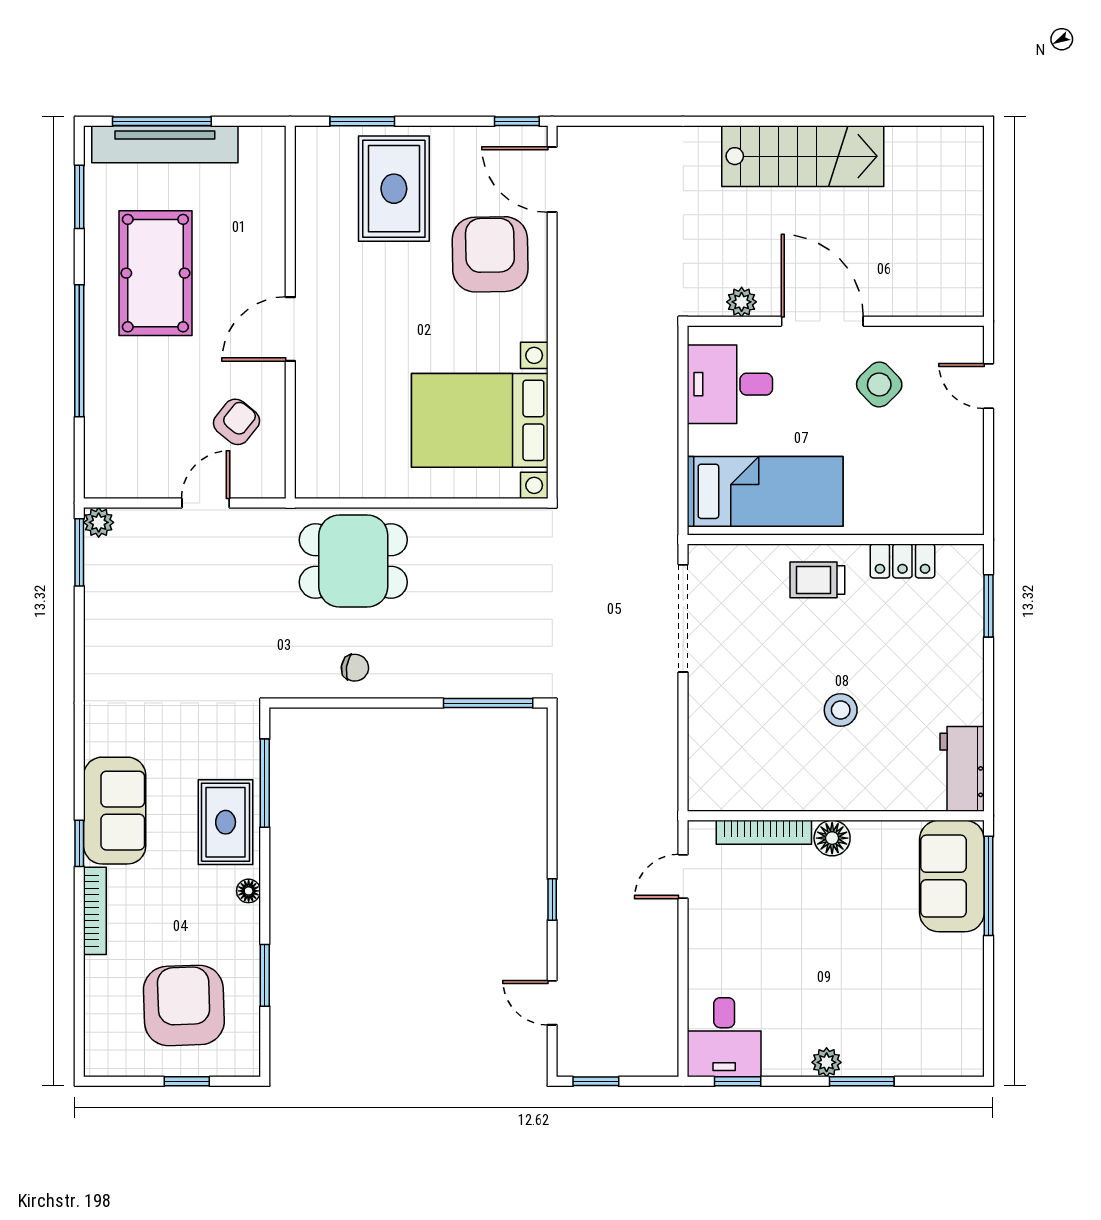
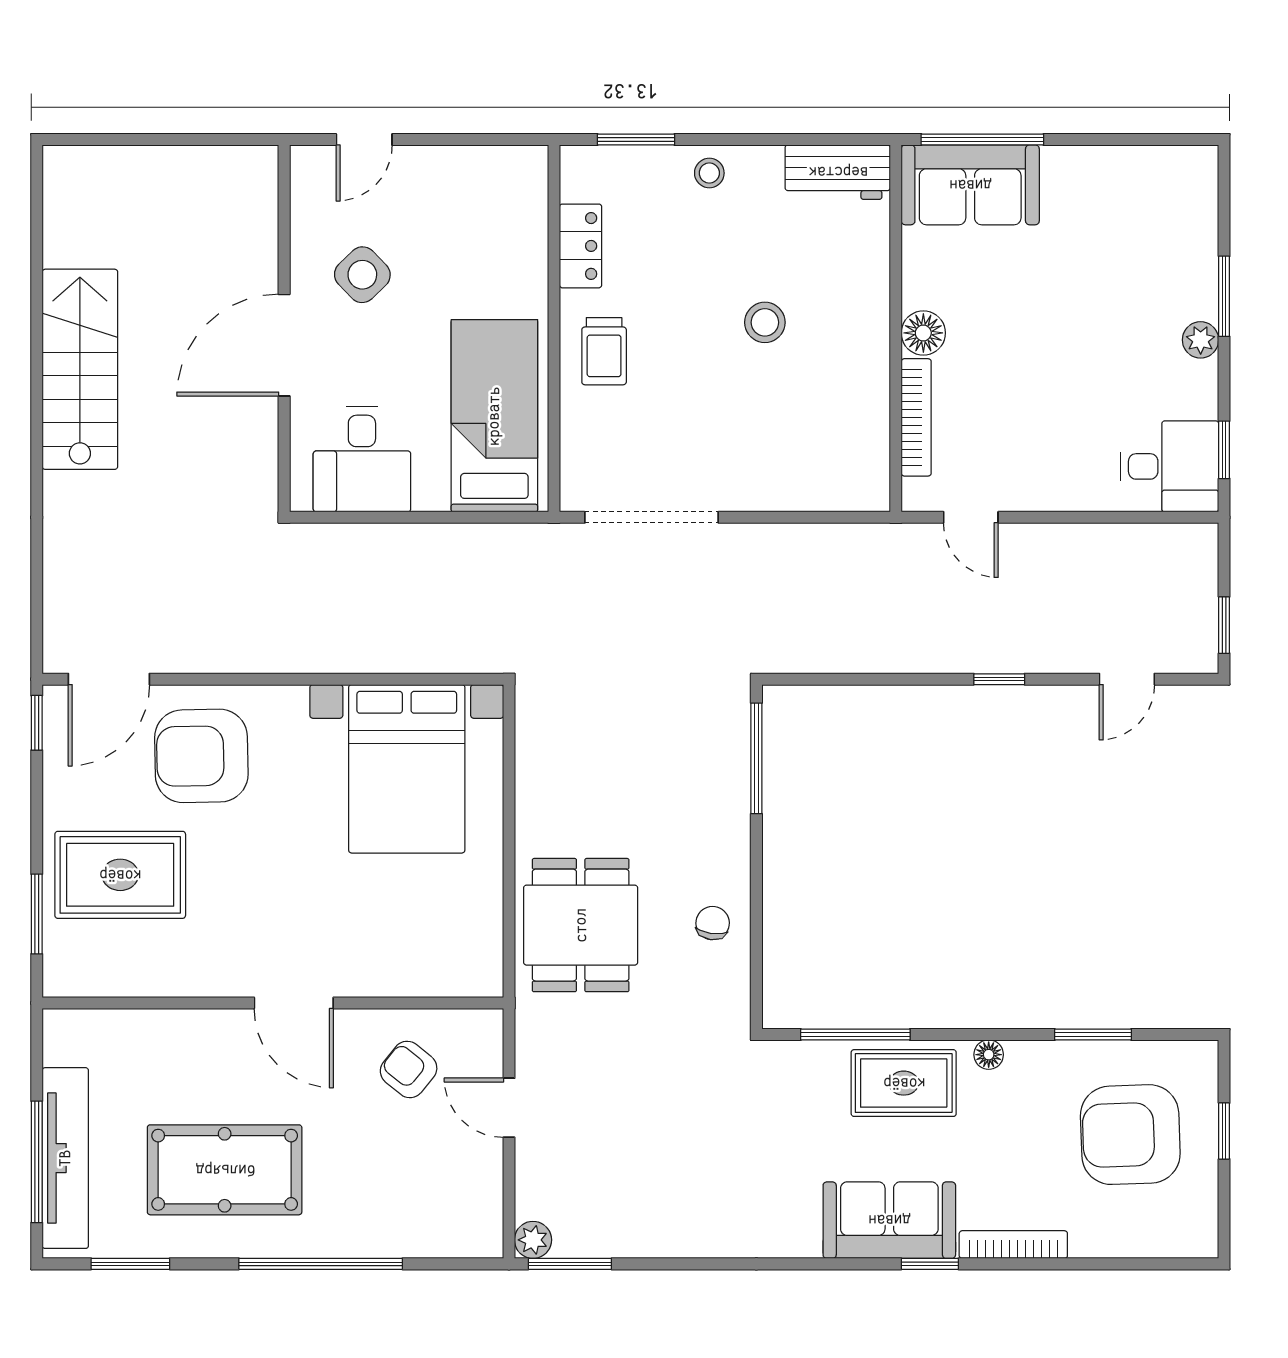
plant: (742, 302) -> (260, 445), removed
stool: (961, 665) -> (709, 173), added

